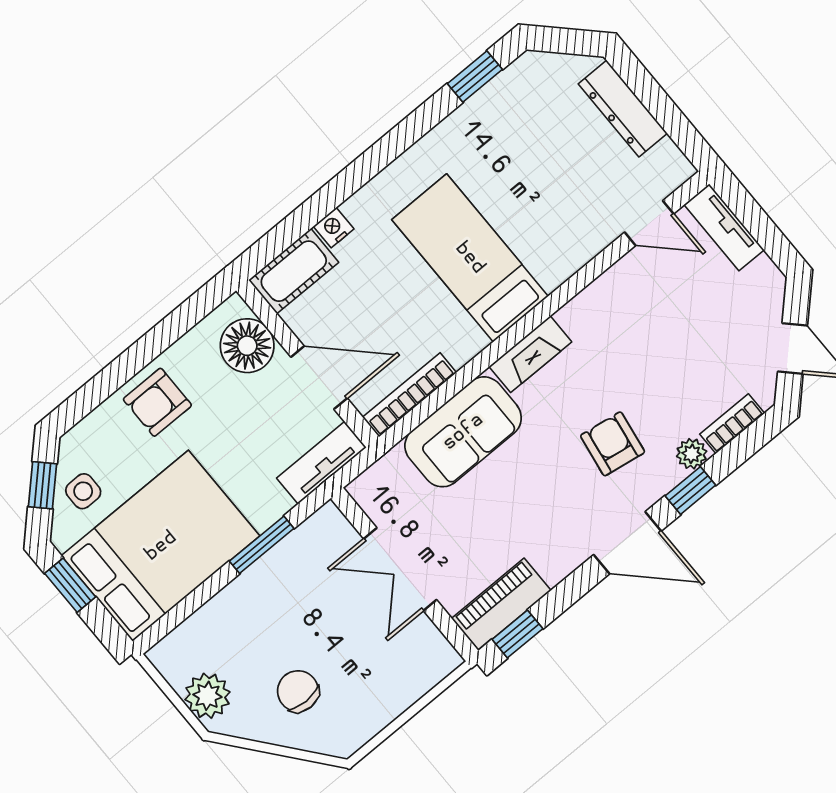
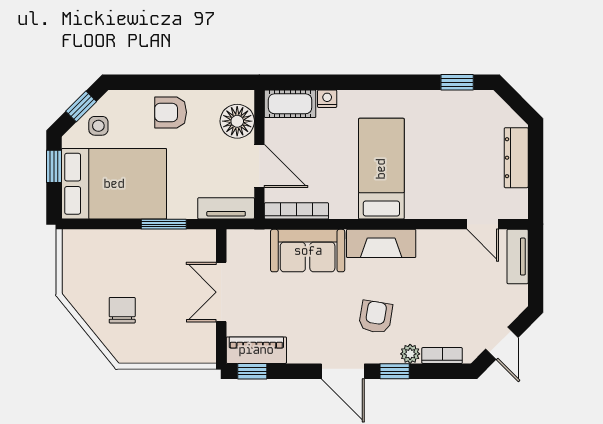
fireplace: (530, 354) -> (381, 243), width x1.37, depth x1.32
plant: (207, 696) -> (76, 276), removed

